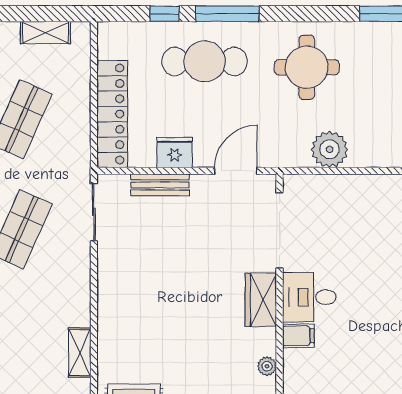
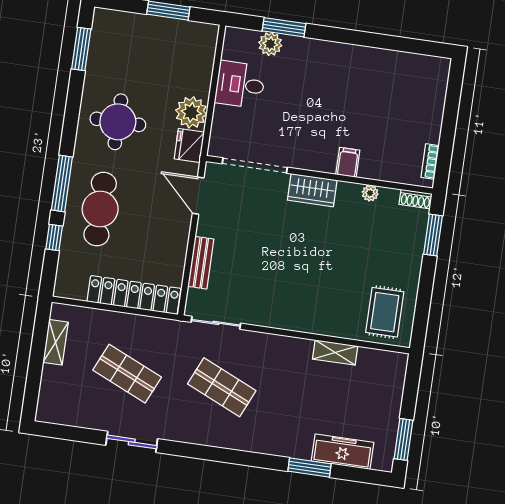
fridge: (175, 153) -> (189, 145), moved
desk: (309, 297) -> (240, 85), moved, turned 90

